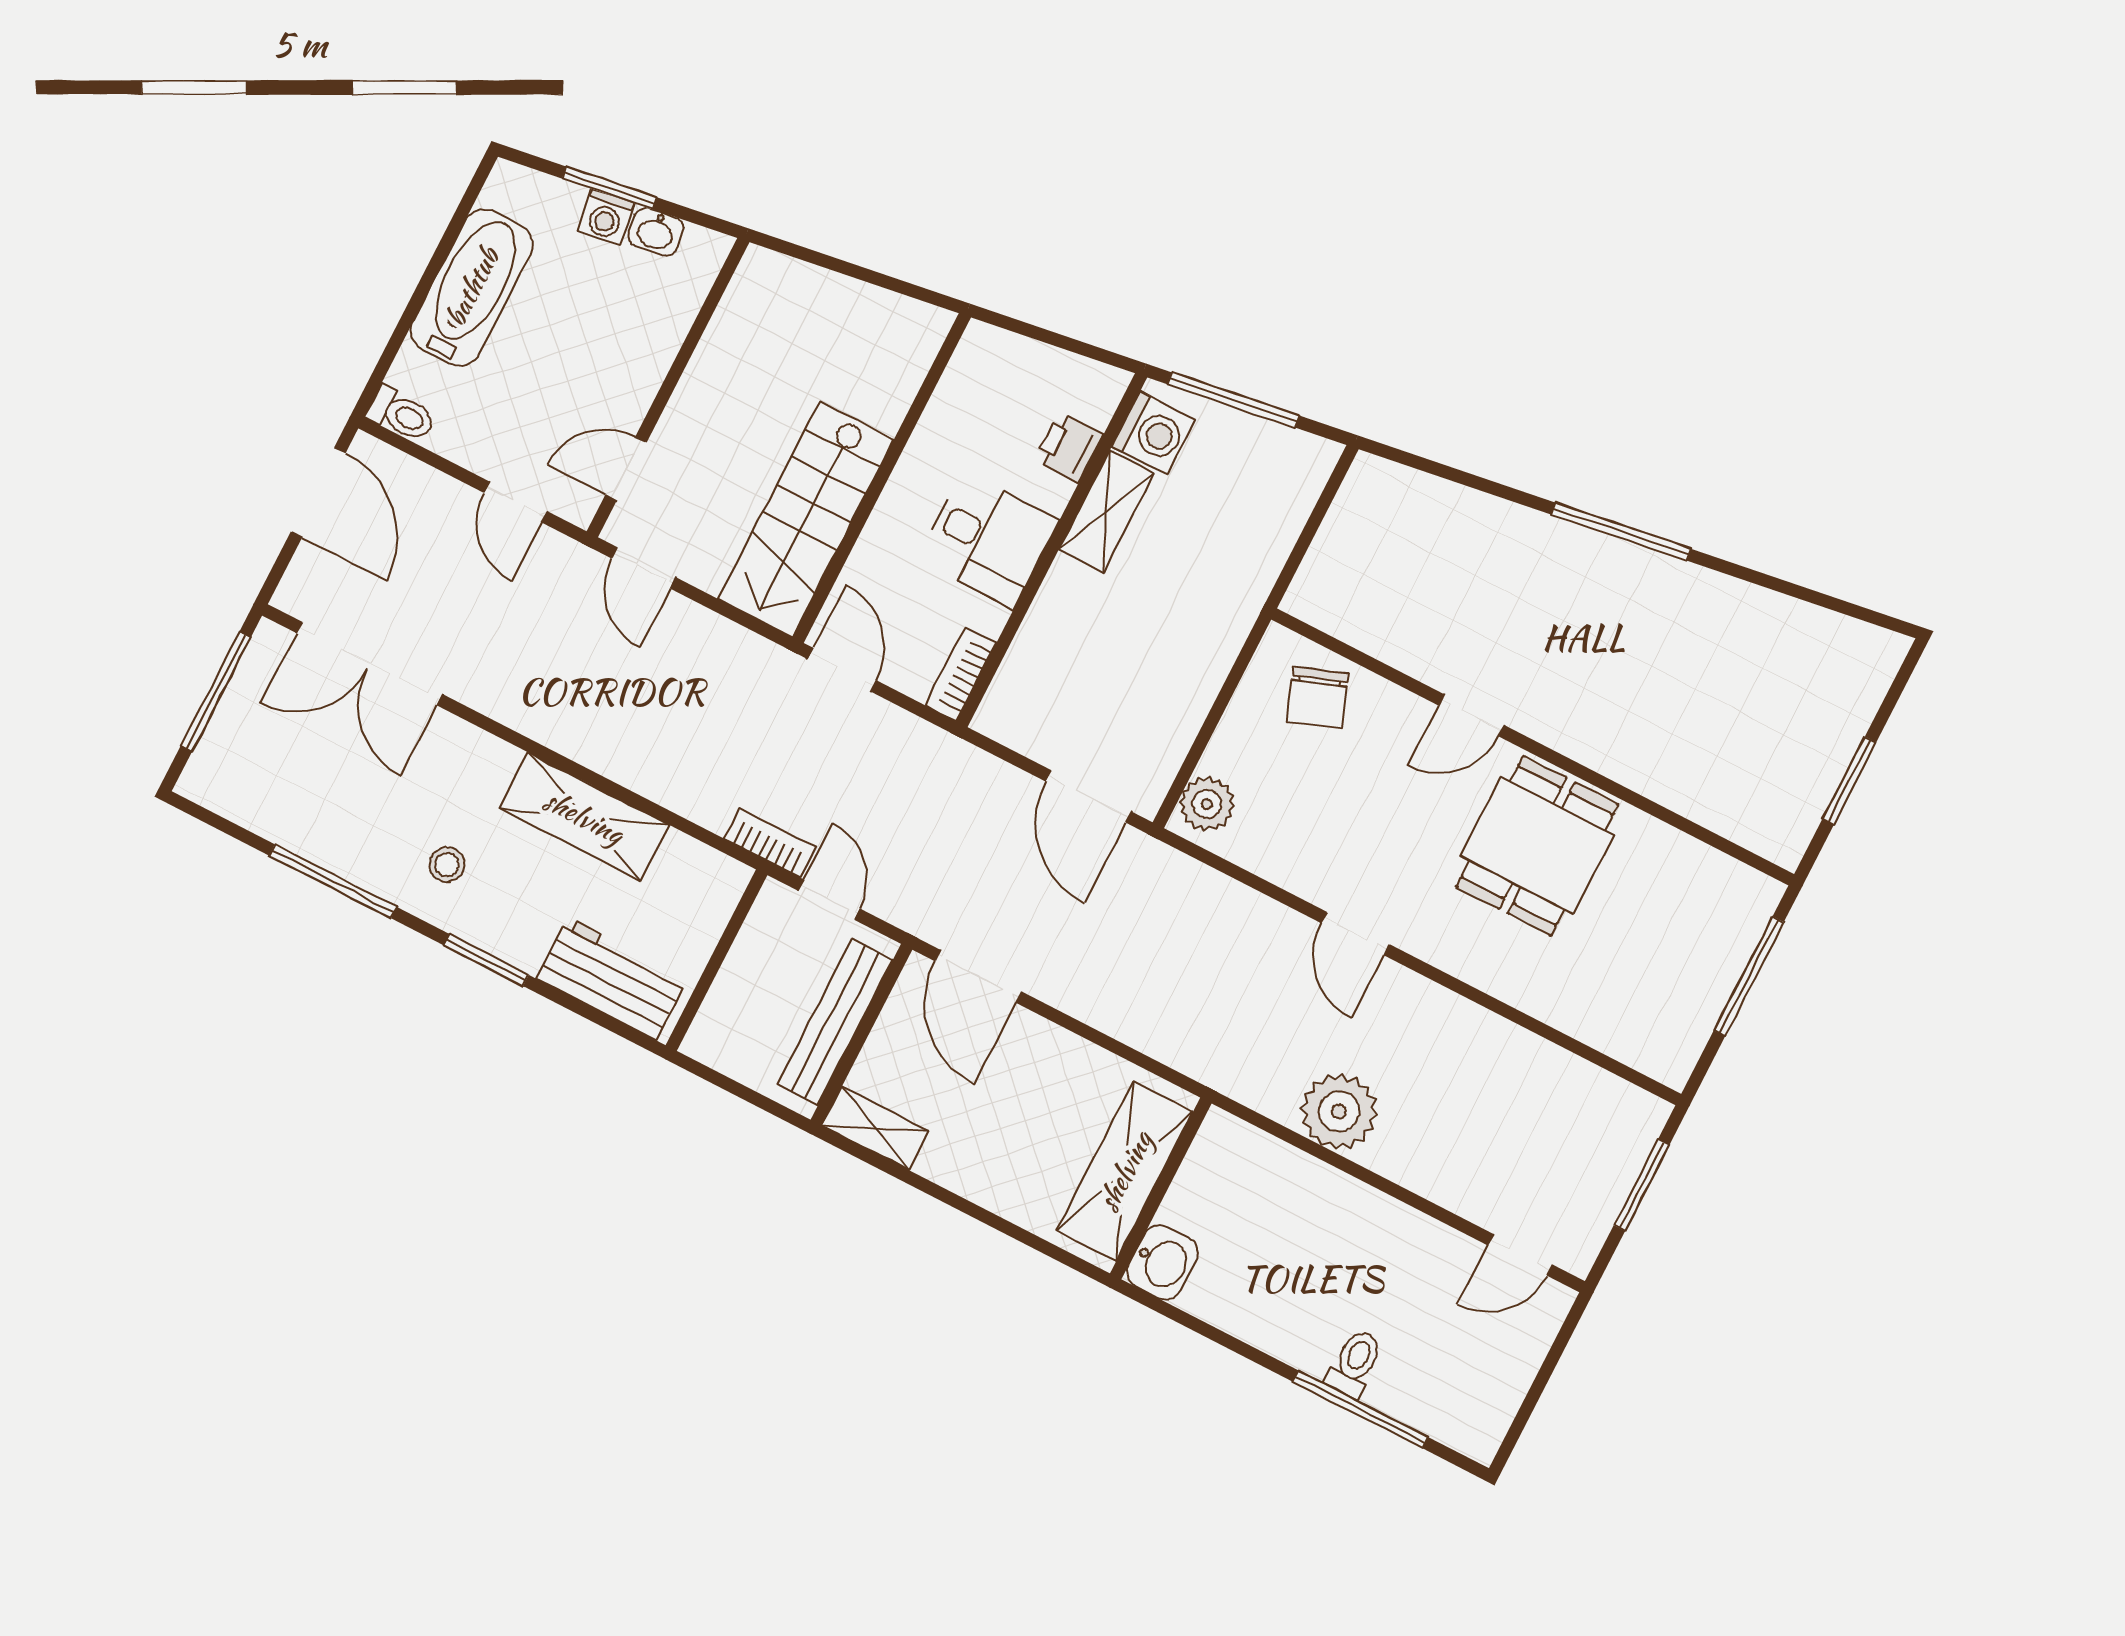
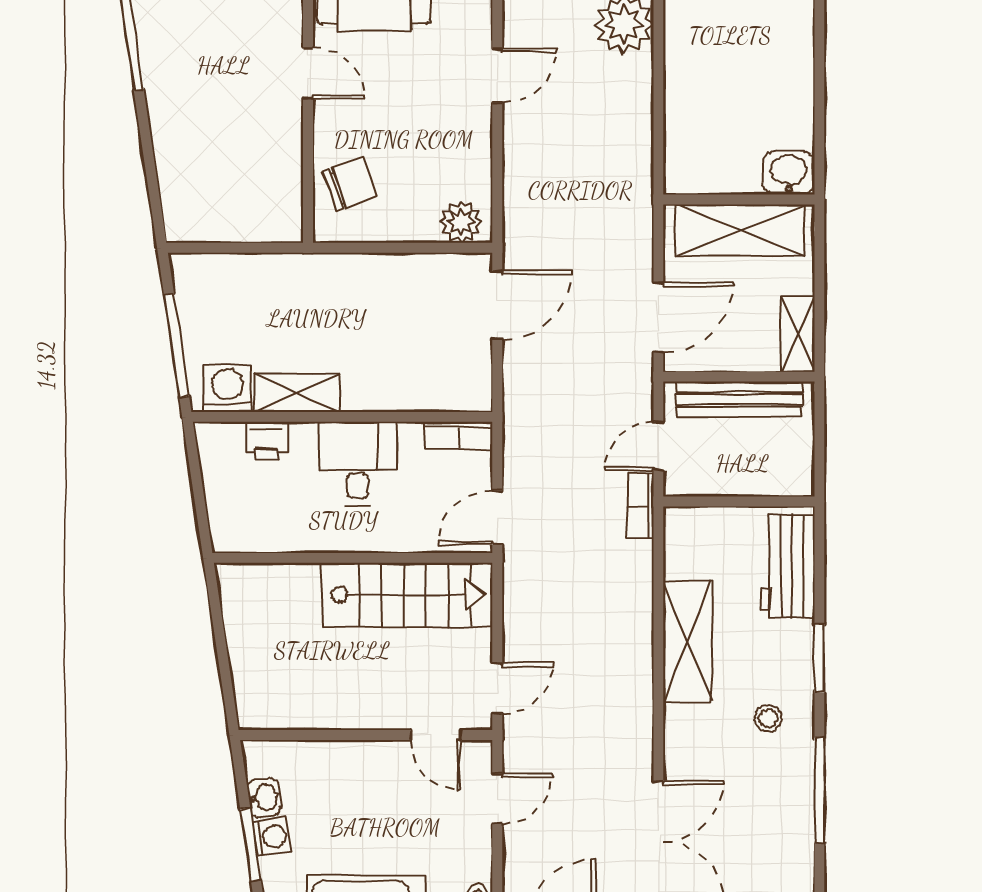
shelving: (1125, 1171) -> (740, 230), moved
wall: (1161, 1188) -> (739, 199), moved
washbasin: (1162, 1262) -> (788, 173), moved

